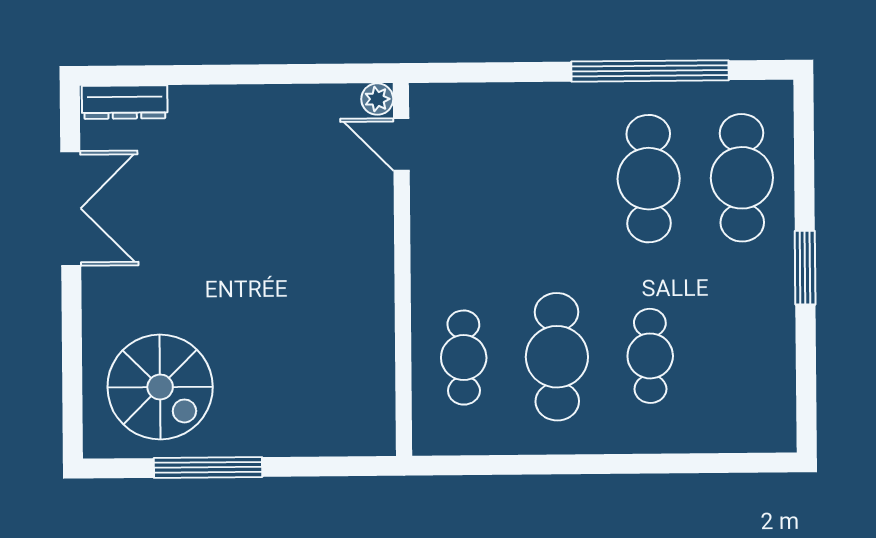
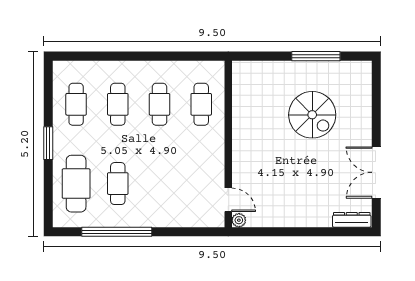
cafe table: (649, 179) -> (118, 184), width x0.73, depth x0.74
cafe table: (743, 355) -> (76, 104), added
cafe table: (557, 357) -> (159, 104), width x0.73, depth x0.74
spiral stairs: (160, 387) -> (312, 115), moved, turned 180

